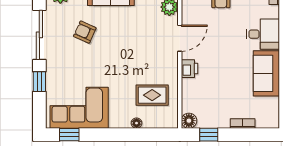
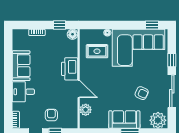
door: (180, 38) -> (79, 89), swing flipped
printer: (189, 69) -> (70, 69), width x1.87, depth x1.48
corner sofa: (79, 108) -> (138, 48), width x1.36, depth x1.36

